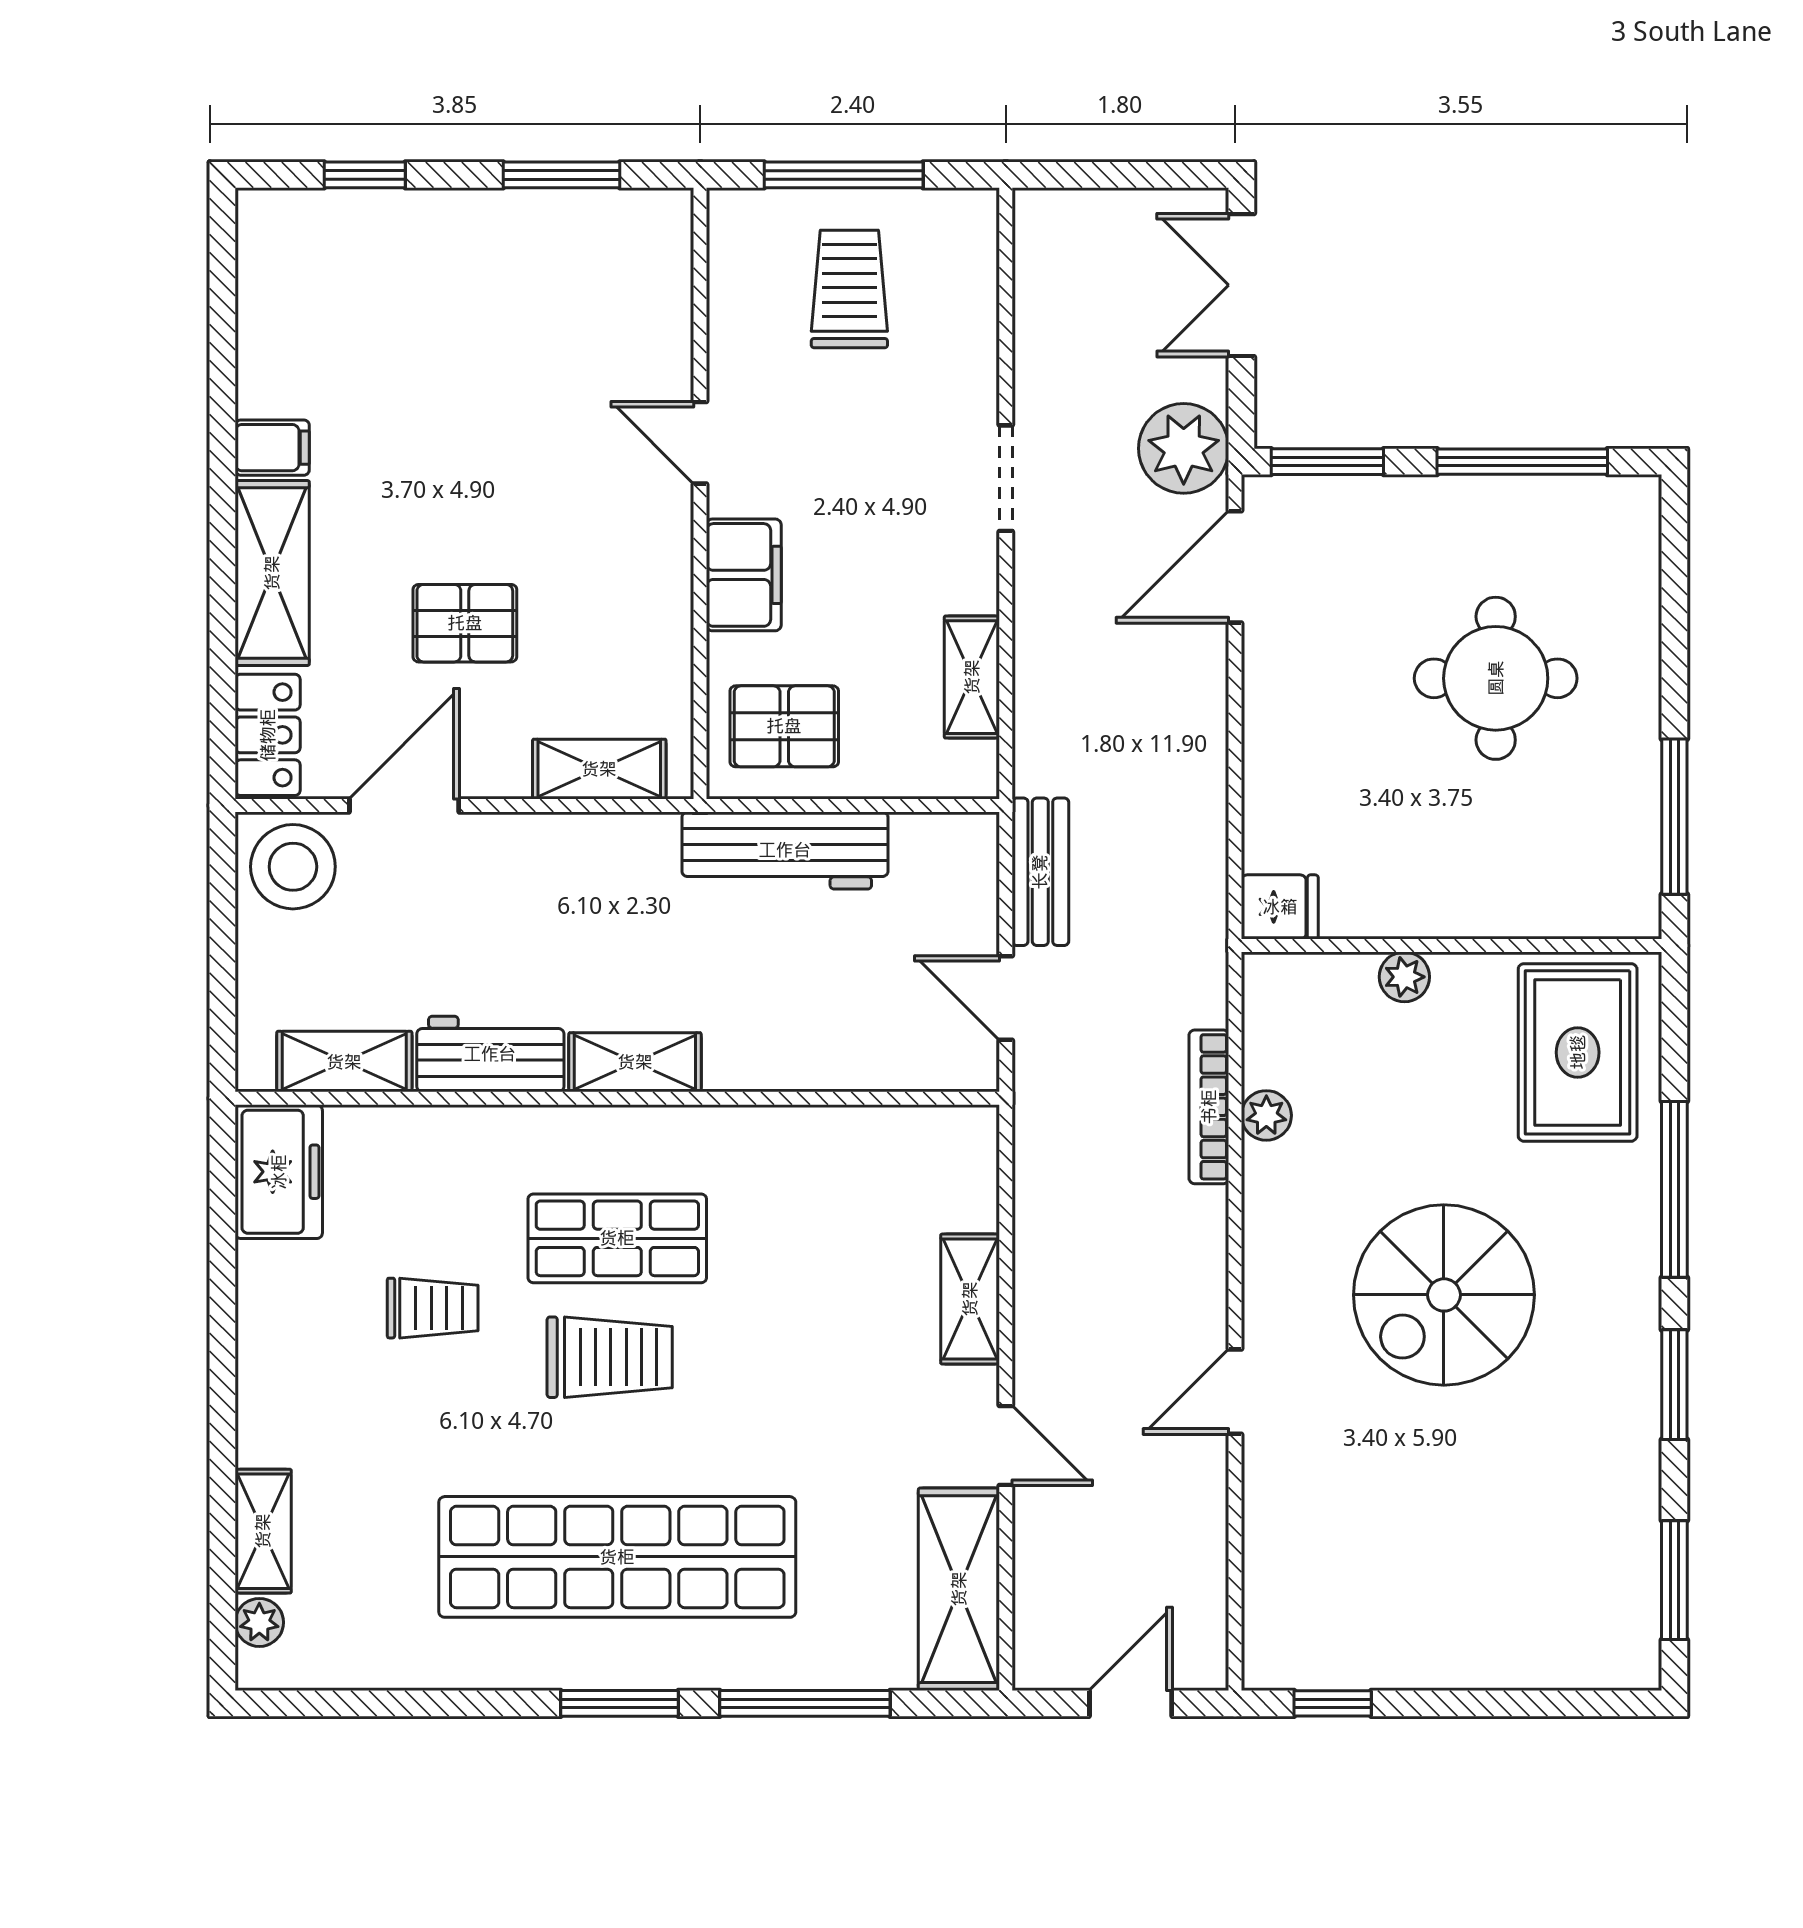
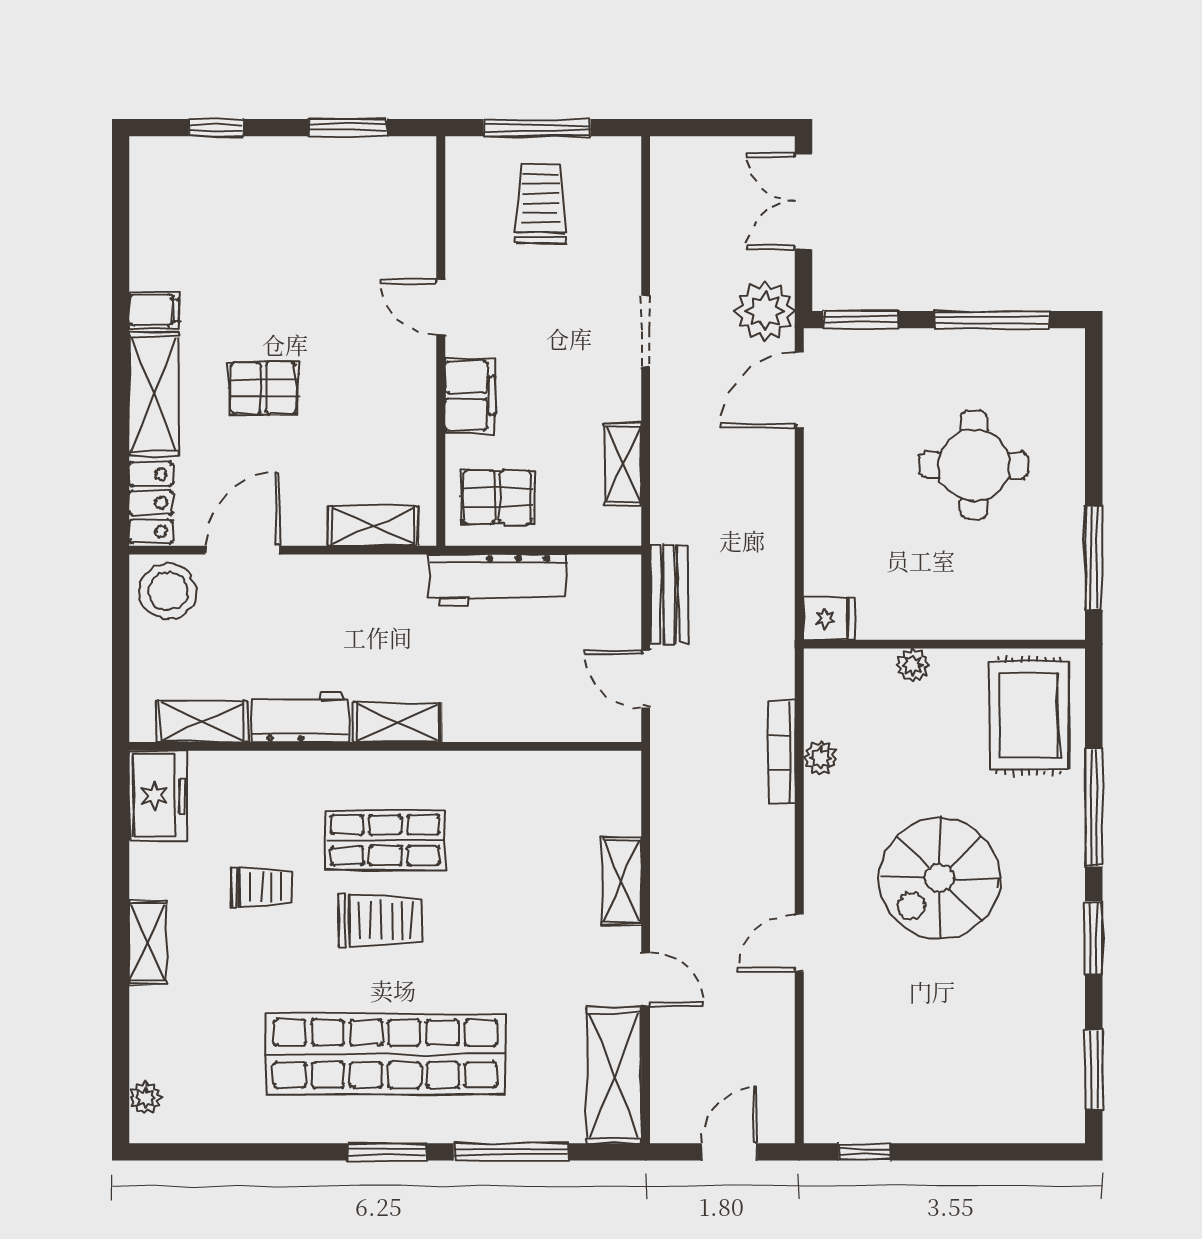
pallet: (465, 623) -> (264, 388), moved
shelving: (263, 1531) -> (148, 943), moved

